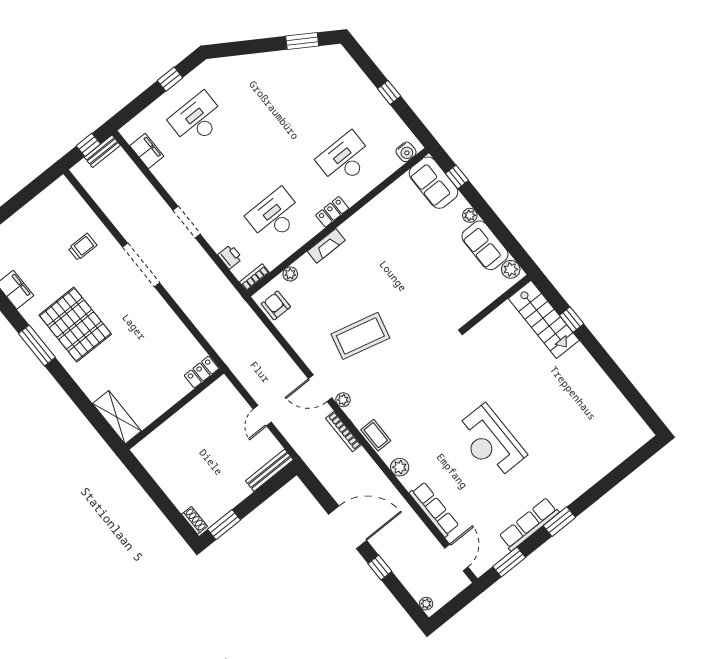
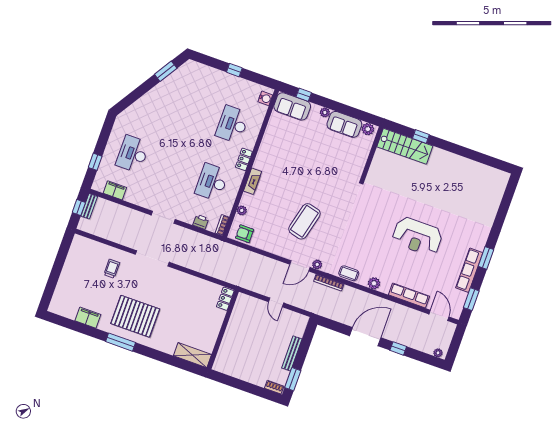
window: (170, 79) -> (95, 162), moved
bench: (269, 470) -> (292, 353), moved

